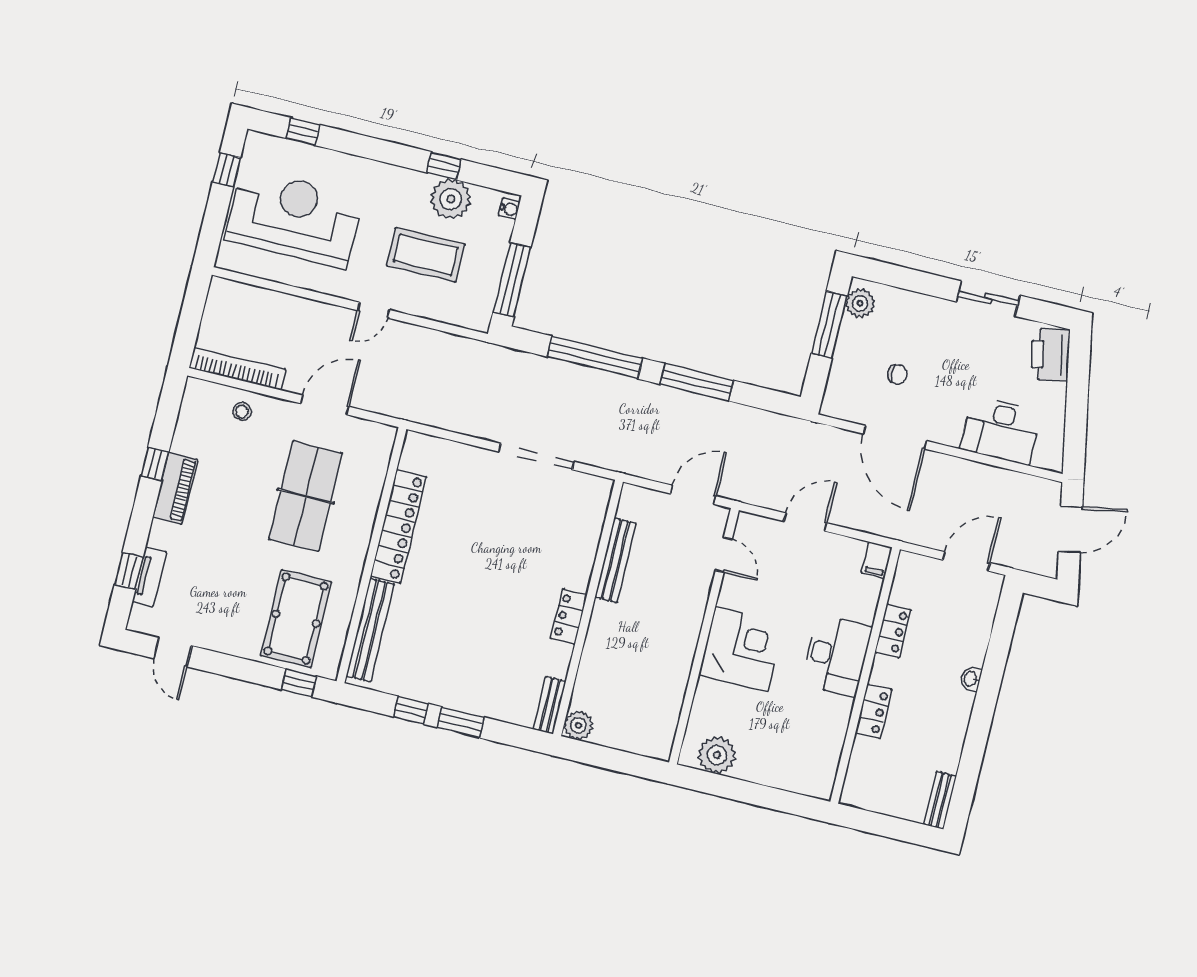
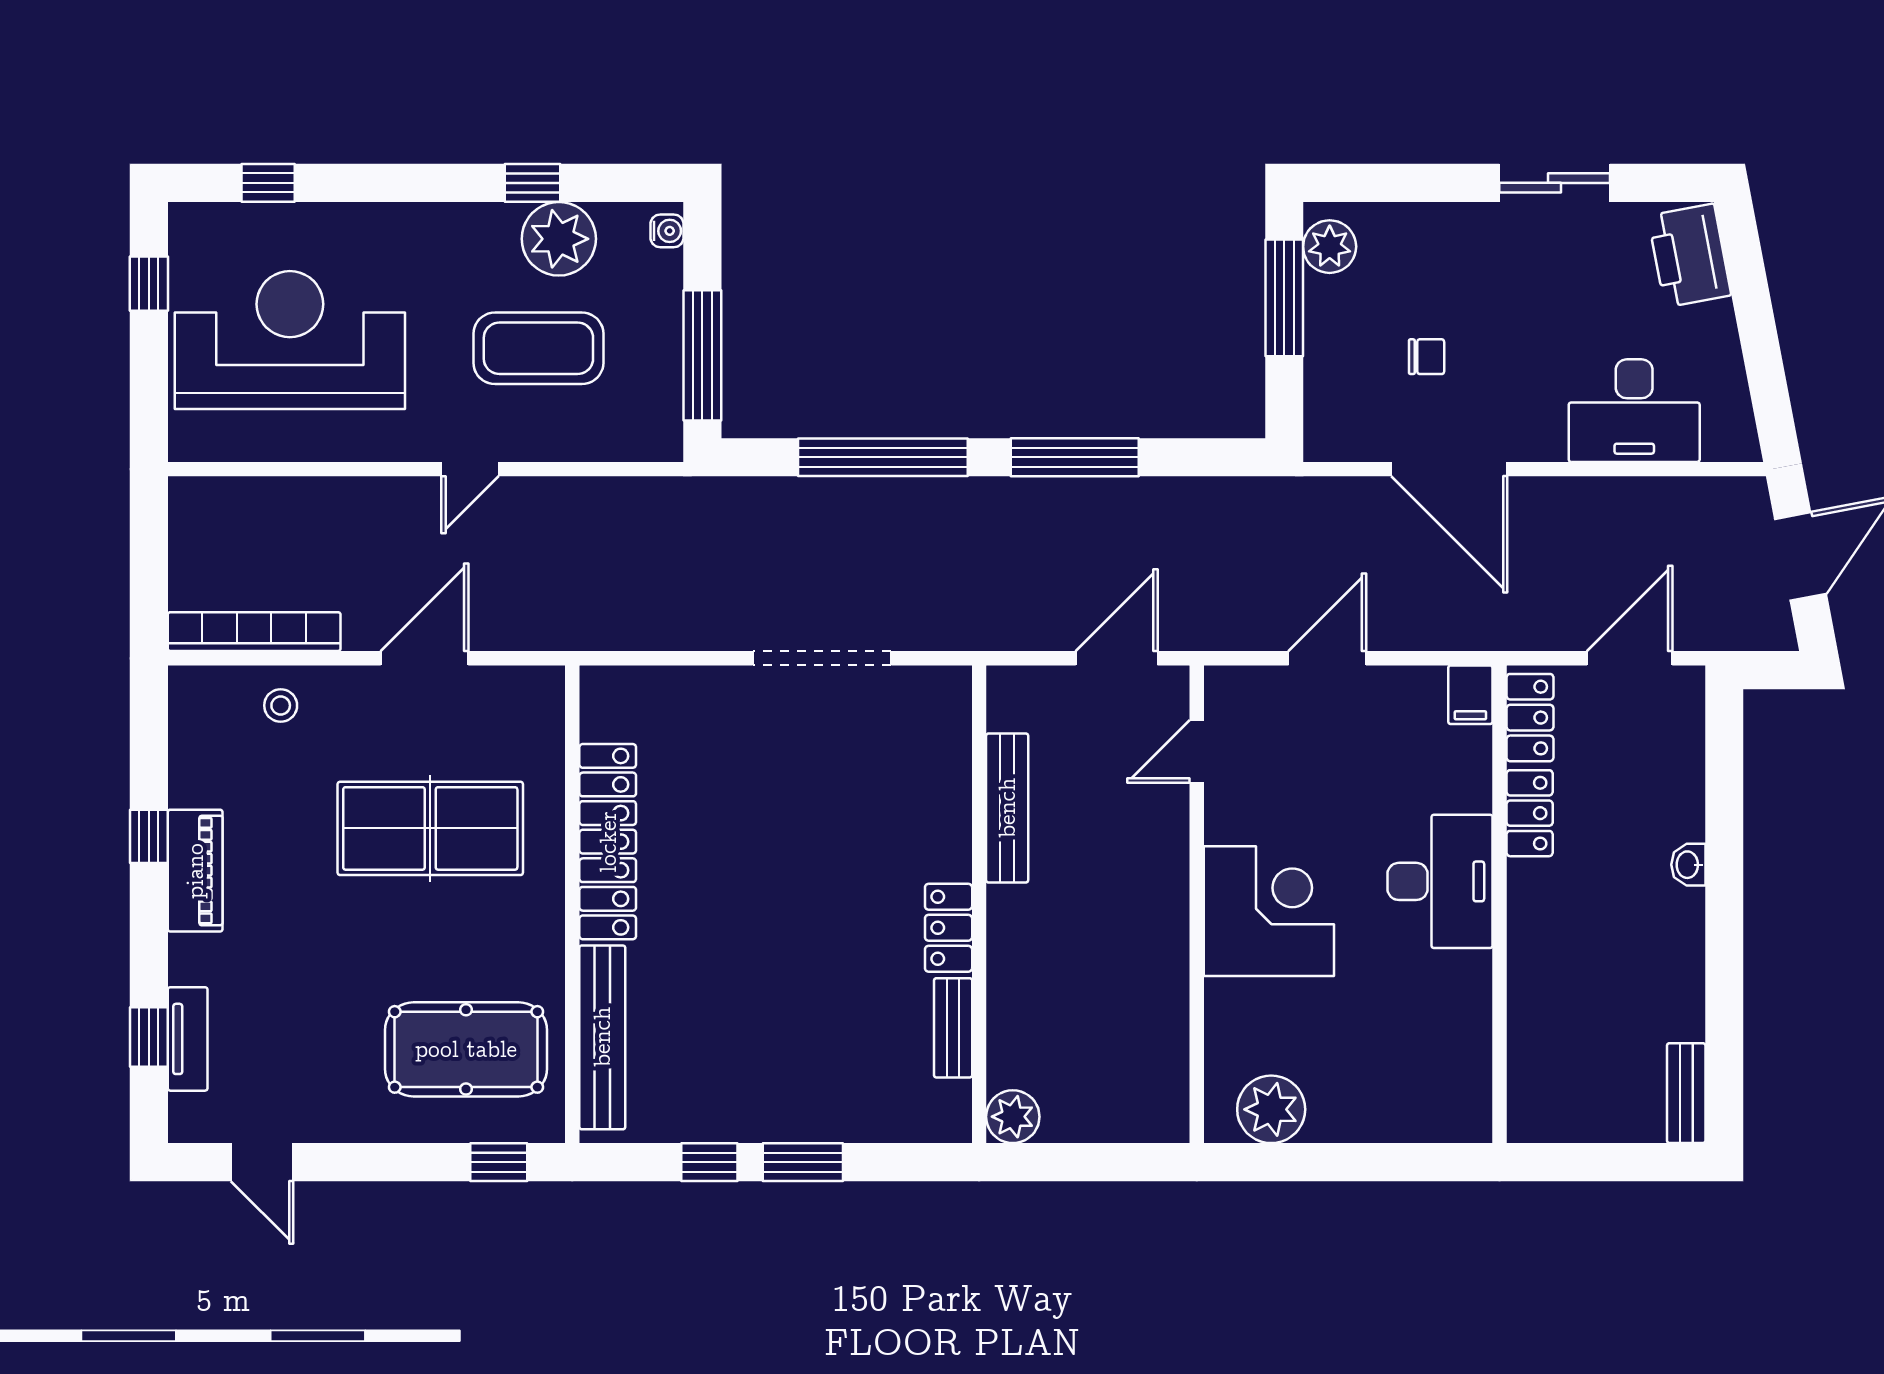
table tennis table: (306, 496) -> (430, 828), turned 90
door: (724, 555) -> (1197, 751), swing flipped
pool table: (296, 619) -> (466, 1049), turned 90
bench: (550, 705) -> (953, 1028), moved
locker: (874, 711) -> (1530, 718), moved

